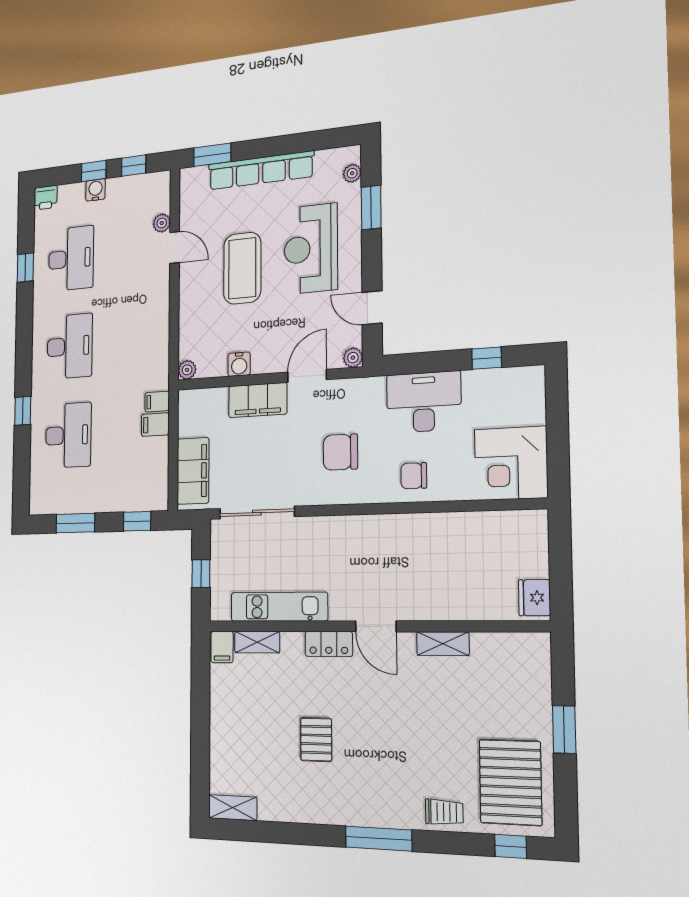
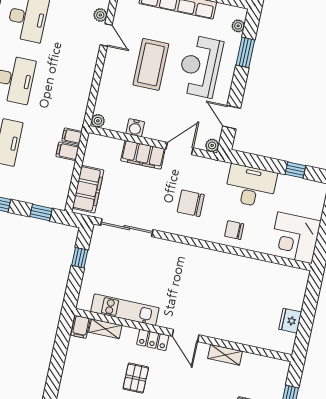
kitchen unit: (279, 607) -> (125, 310), moved
wall: (372, 626) -> (183, 335), moved
door: (376, 626) -> (185, 336), moved
shelving: (257, 642) -> (105, 329), moved
locker: (329, 644) -> (153, 340), moved
shelving: (443, 644) -> (225, 355), moved
filing cabinet: (222, 647) -> (81, 327), moved

